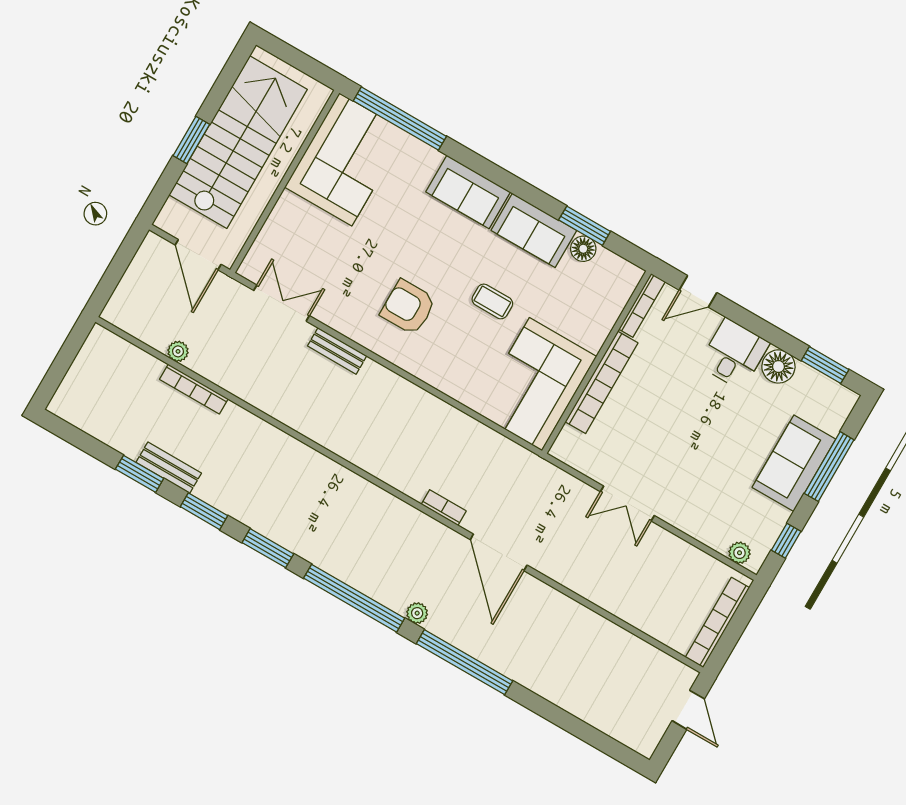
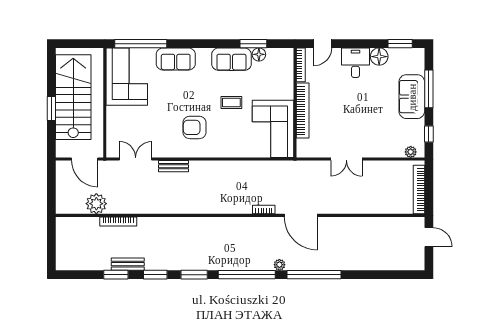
sofa: (468, 192) -> (176, 59), moved
plant: (178, 351) -> (96, 204), width x1.87, depth x1.87

